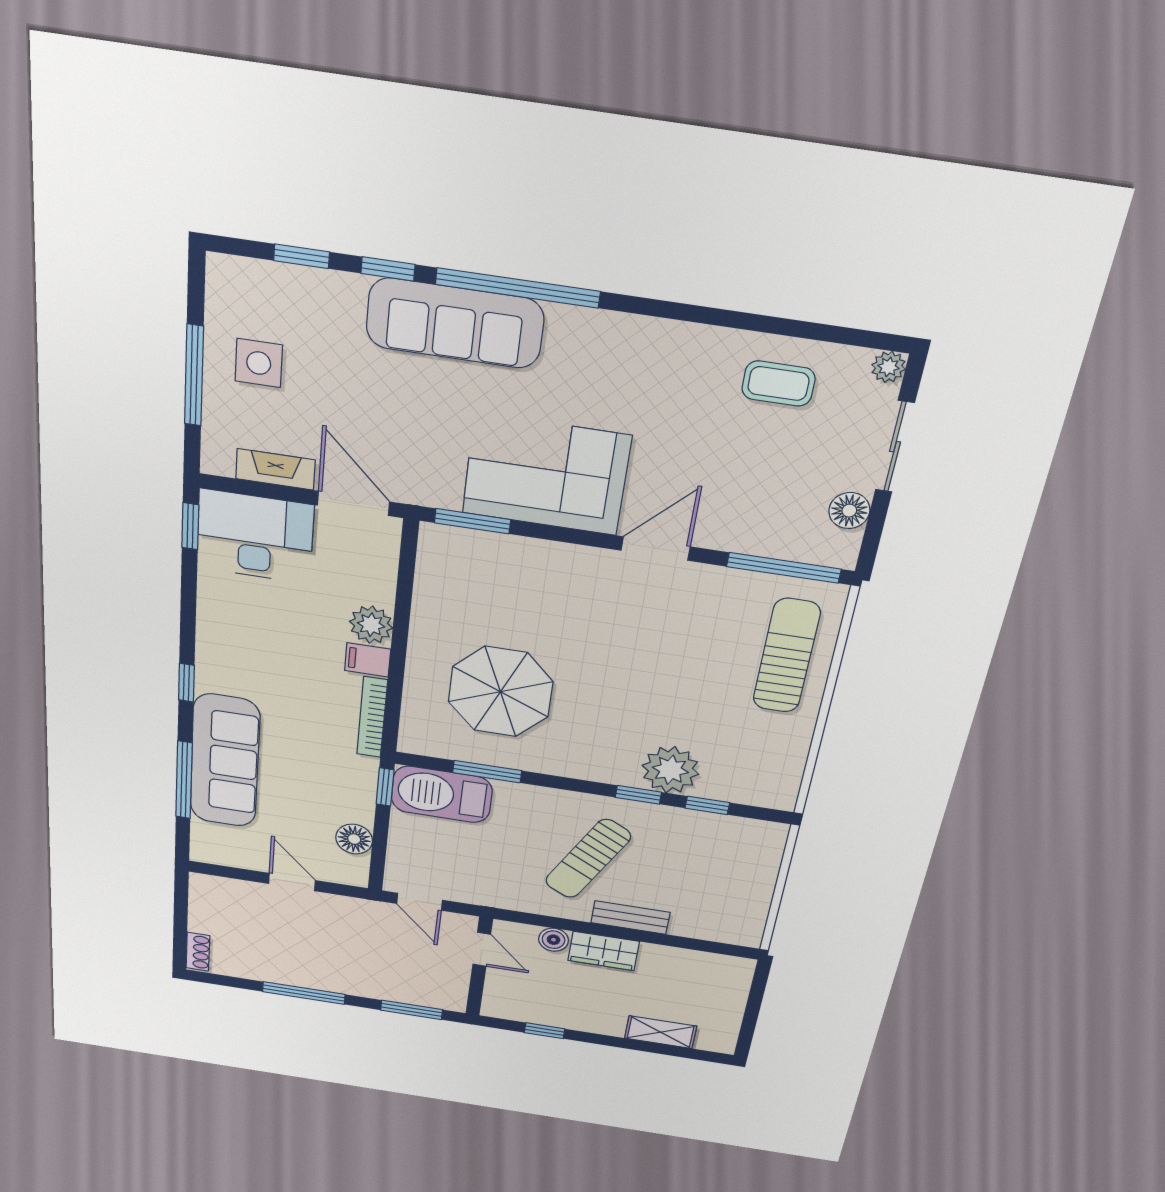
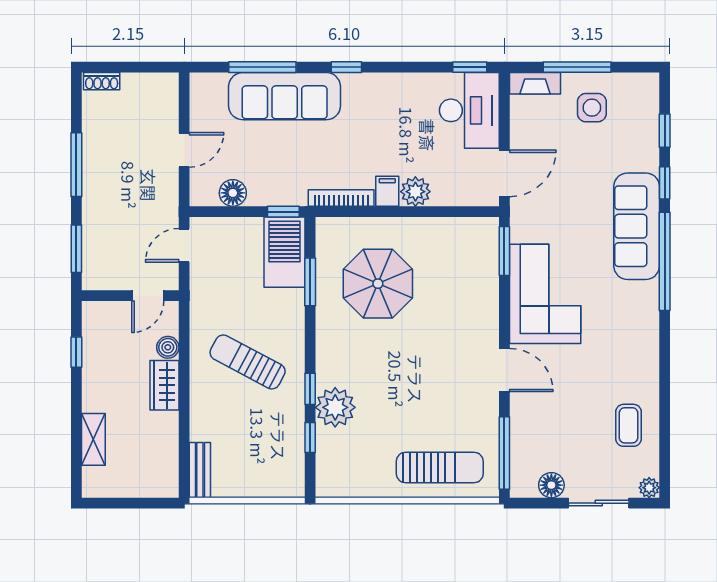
fireplace: (275, 469) -> (535, 83), moved, turned 90
bench: (630, 918) -> (200, 470), moved

